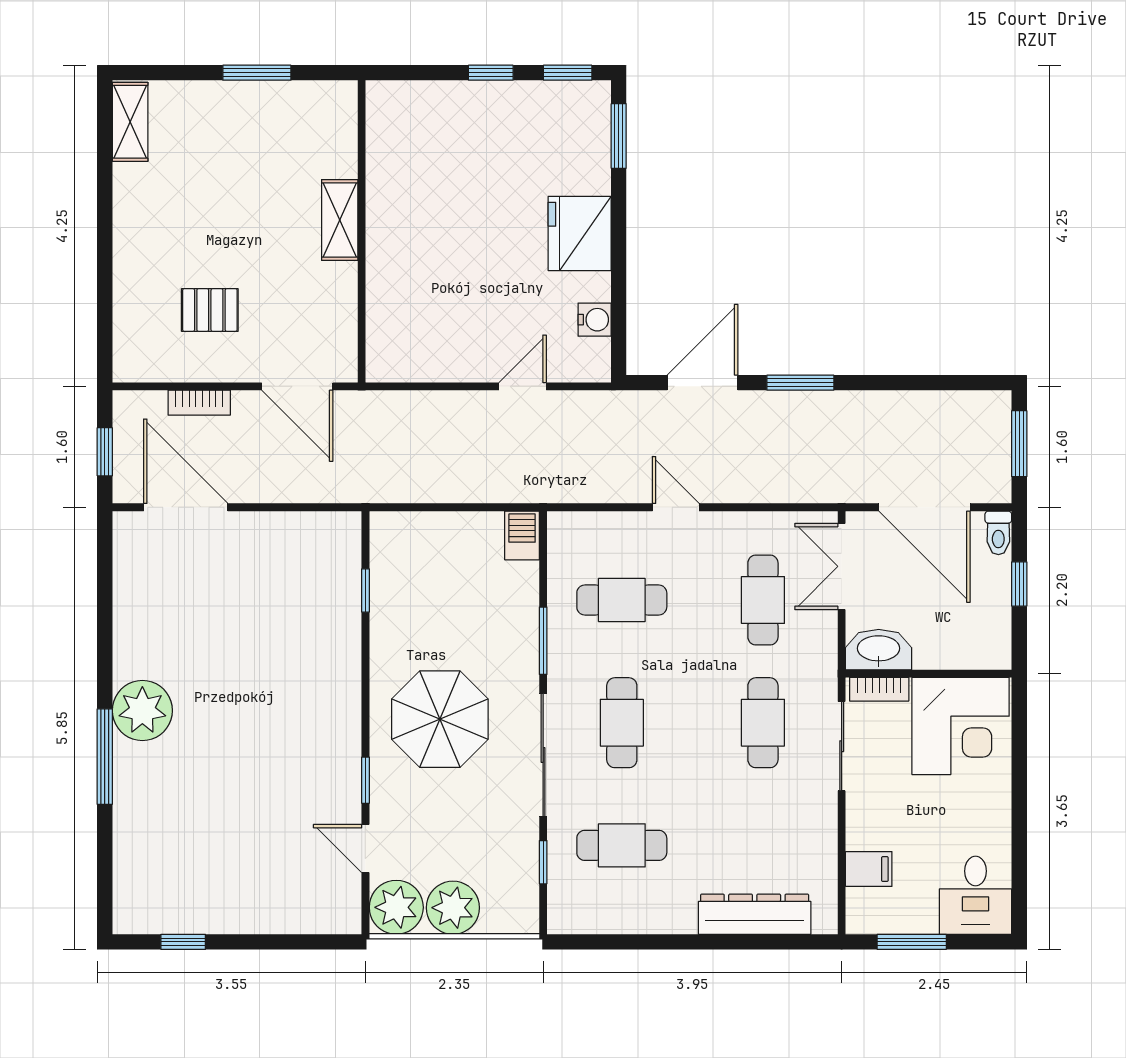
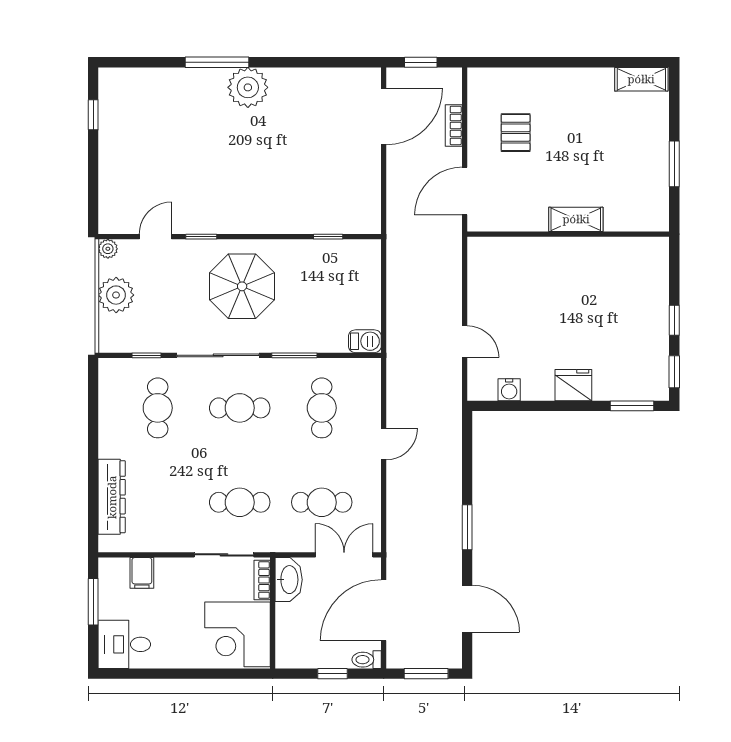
fridge: (580, 234) -> (573, 385), width x0.73, depth x0.75
door: (702, 383) -> (467, 609), moved
plant: (396, 907) -> (108, 249), width x0.53, depth x0.53

